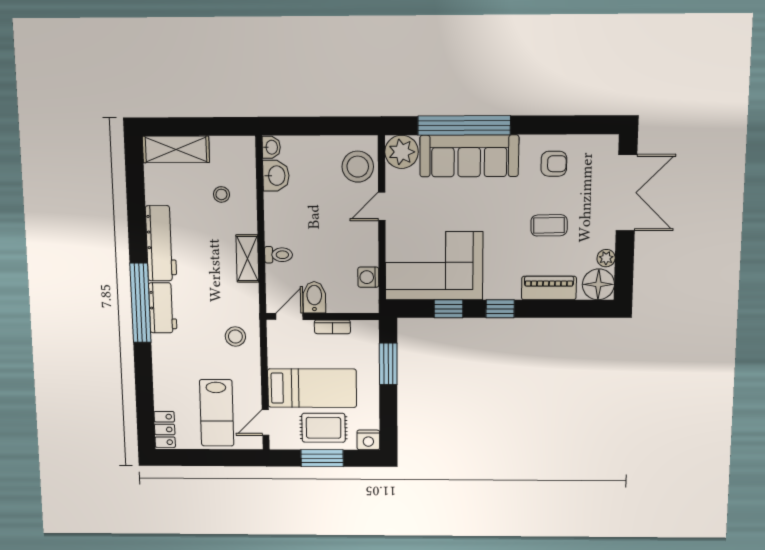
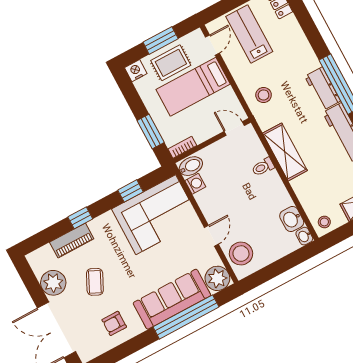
stool: (221, 194) -> (324, 222), moved
coffee table: (549, 225) -> (95, 282), turned -63
shelving: (247, 258) -> (285, 152), width x1.50, depth x1.33
plant: (606, 258) -> (53, 283), width x1.87, depth x1.87
floor lamp: (598, 284) -> (41, 260), removed
bidet: (314, 297) -> (191, 166), moved, turned -90
window: (500, 309) -> (80, 218), moved
door: (289, 316) -> (234, 129), swing flipped
bookcase: (332, 327) -> (182, 147), moved

